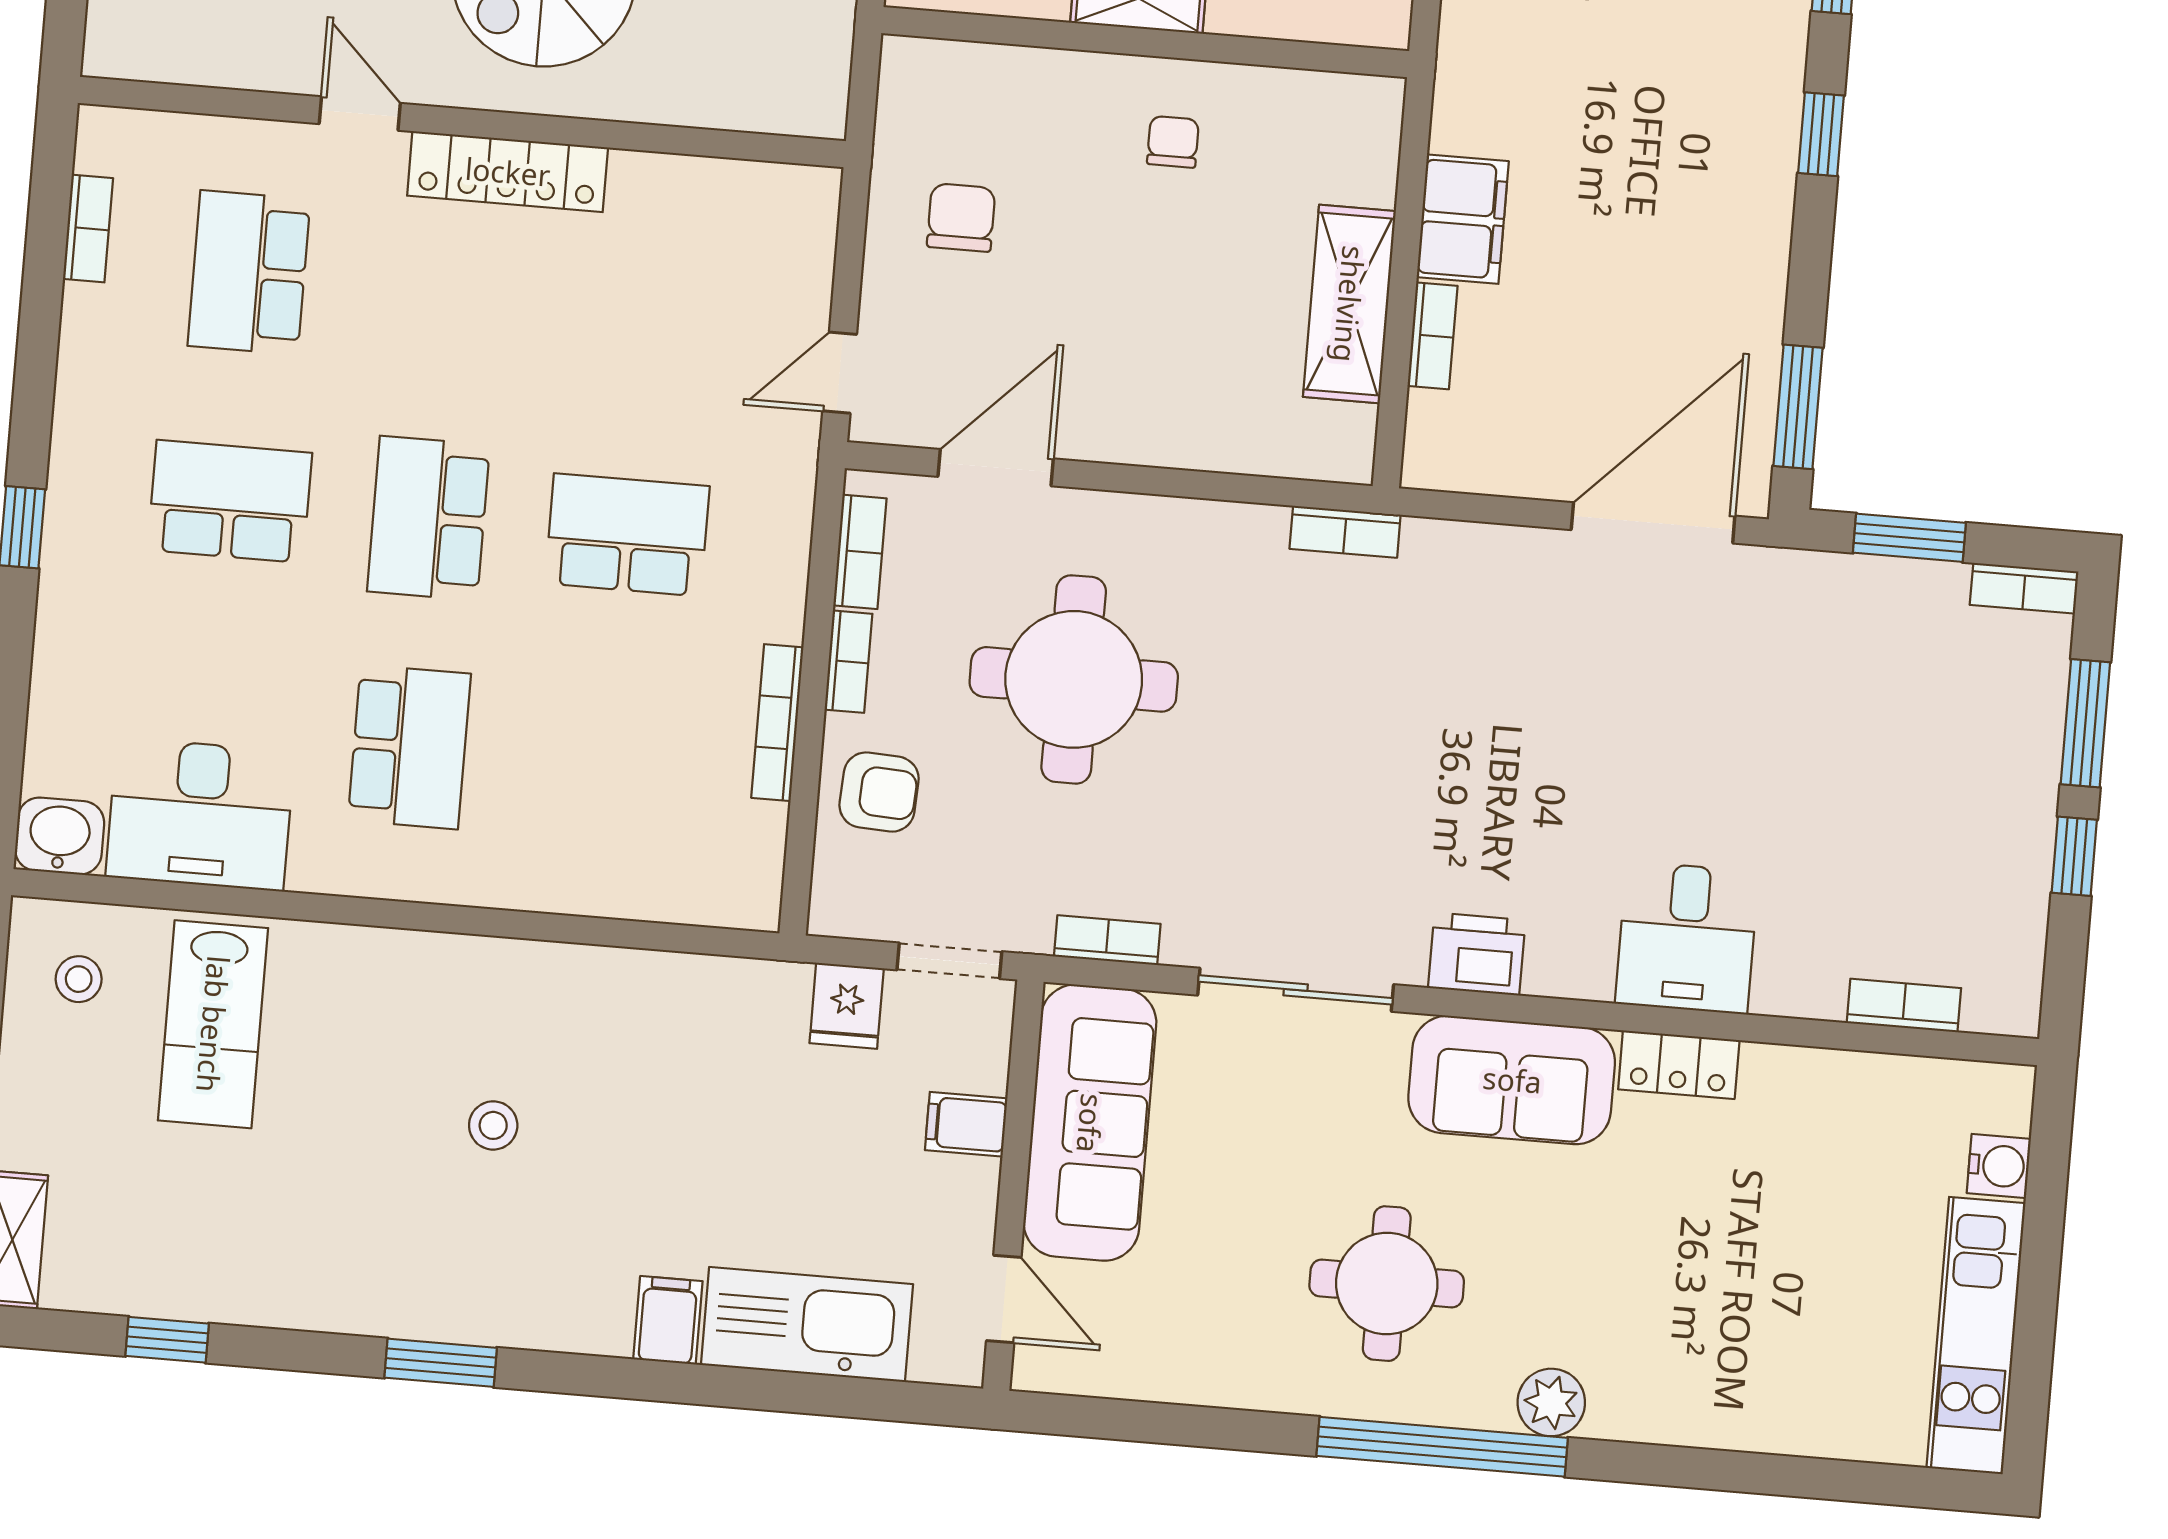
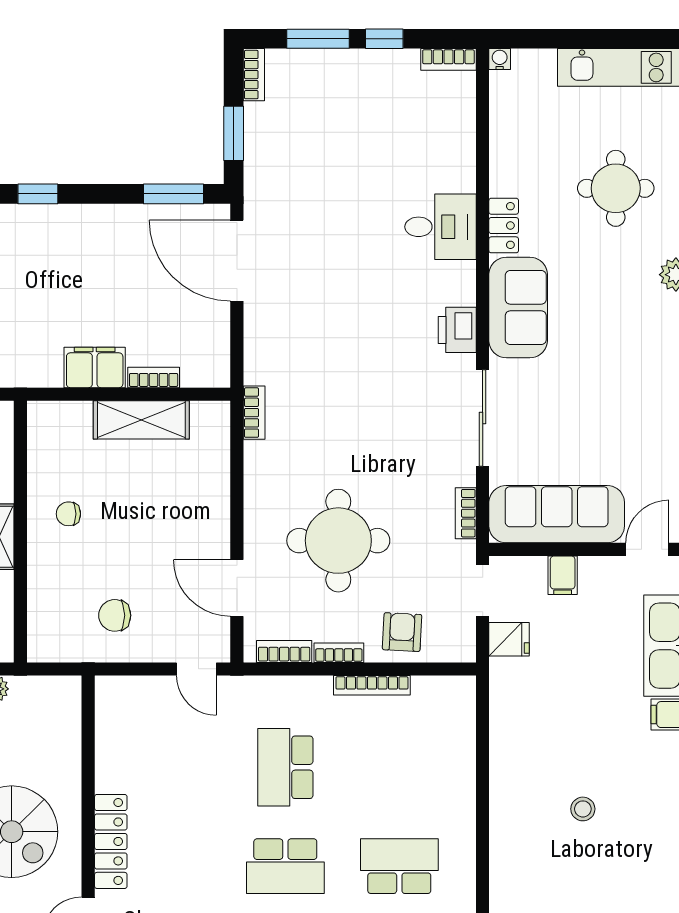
bookcase: (1904, 1006) -> (448, 59), moved, turned -90
water cooler: (1999, 1166) -> (500, 59), moved, width x0.72, depth x0.72
round table: (1387, 1284) -> (616, 188), moved

